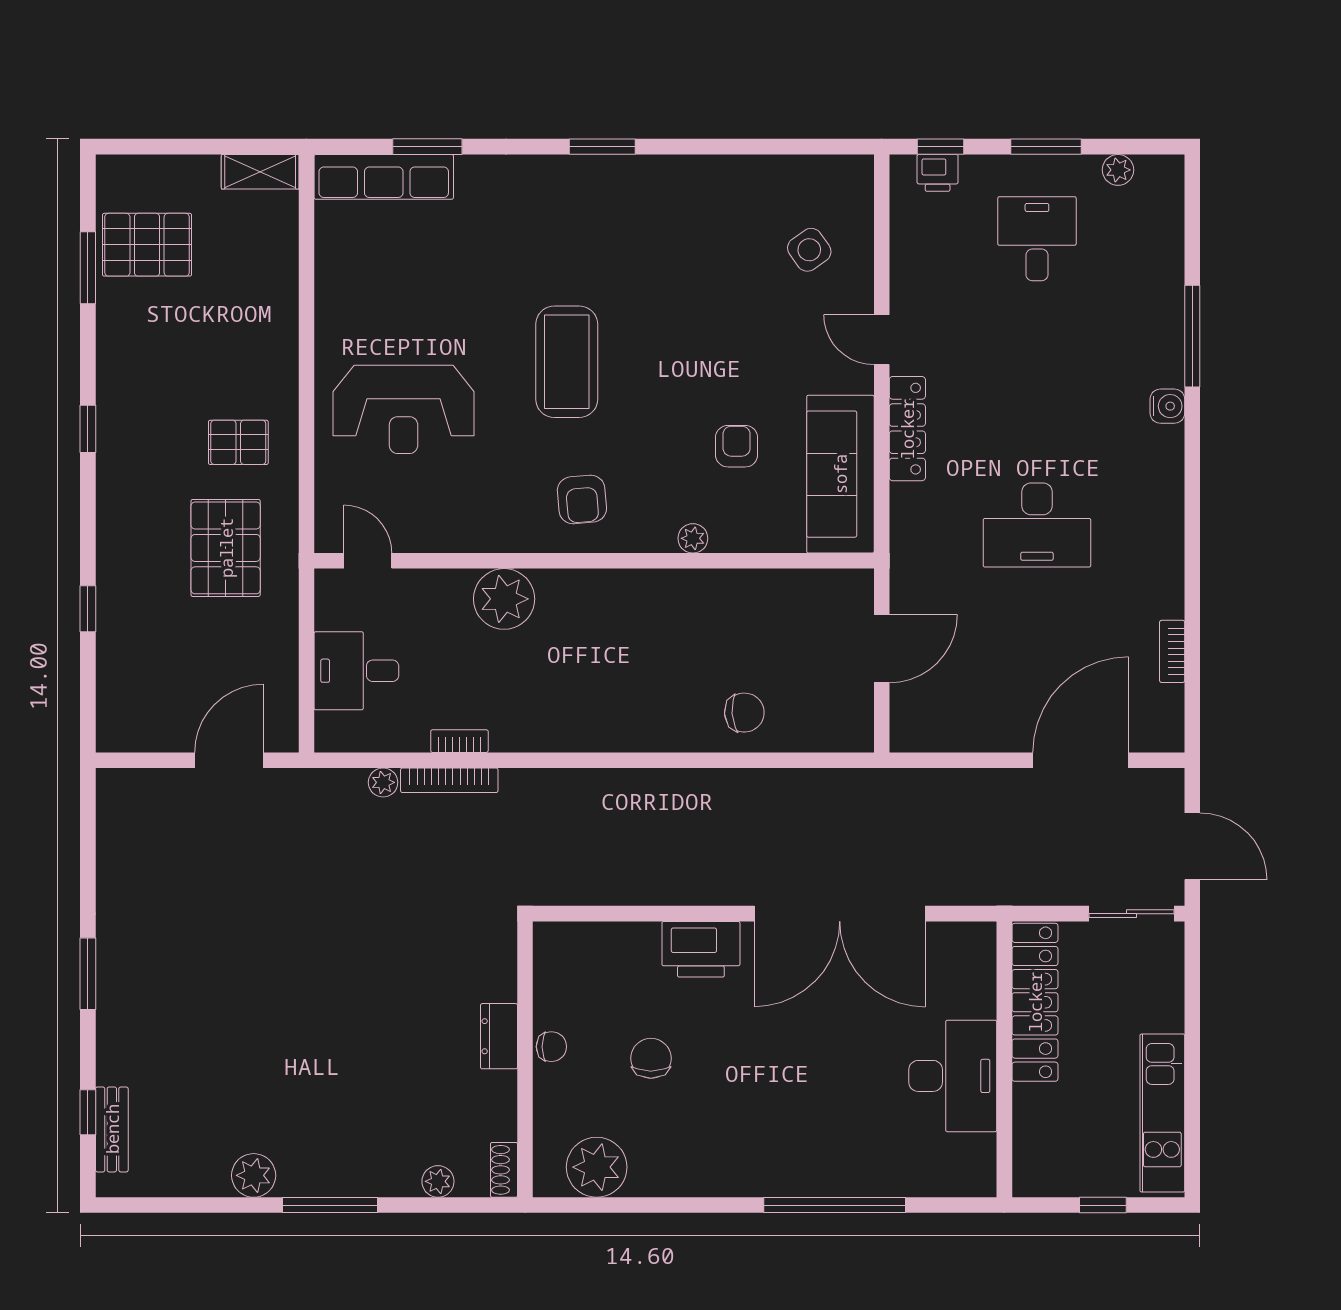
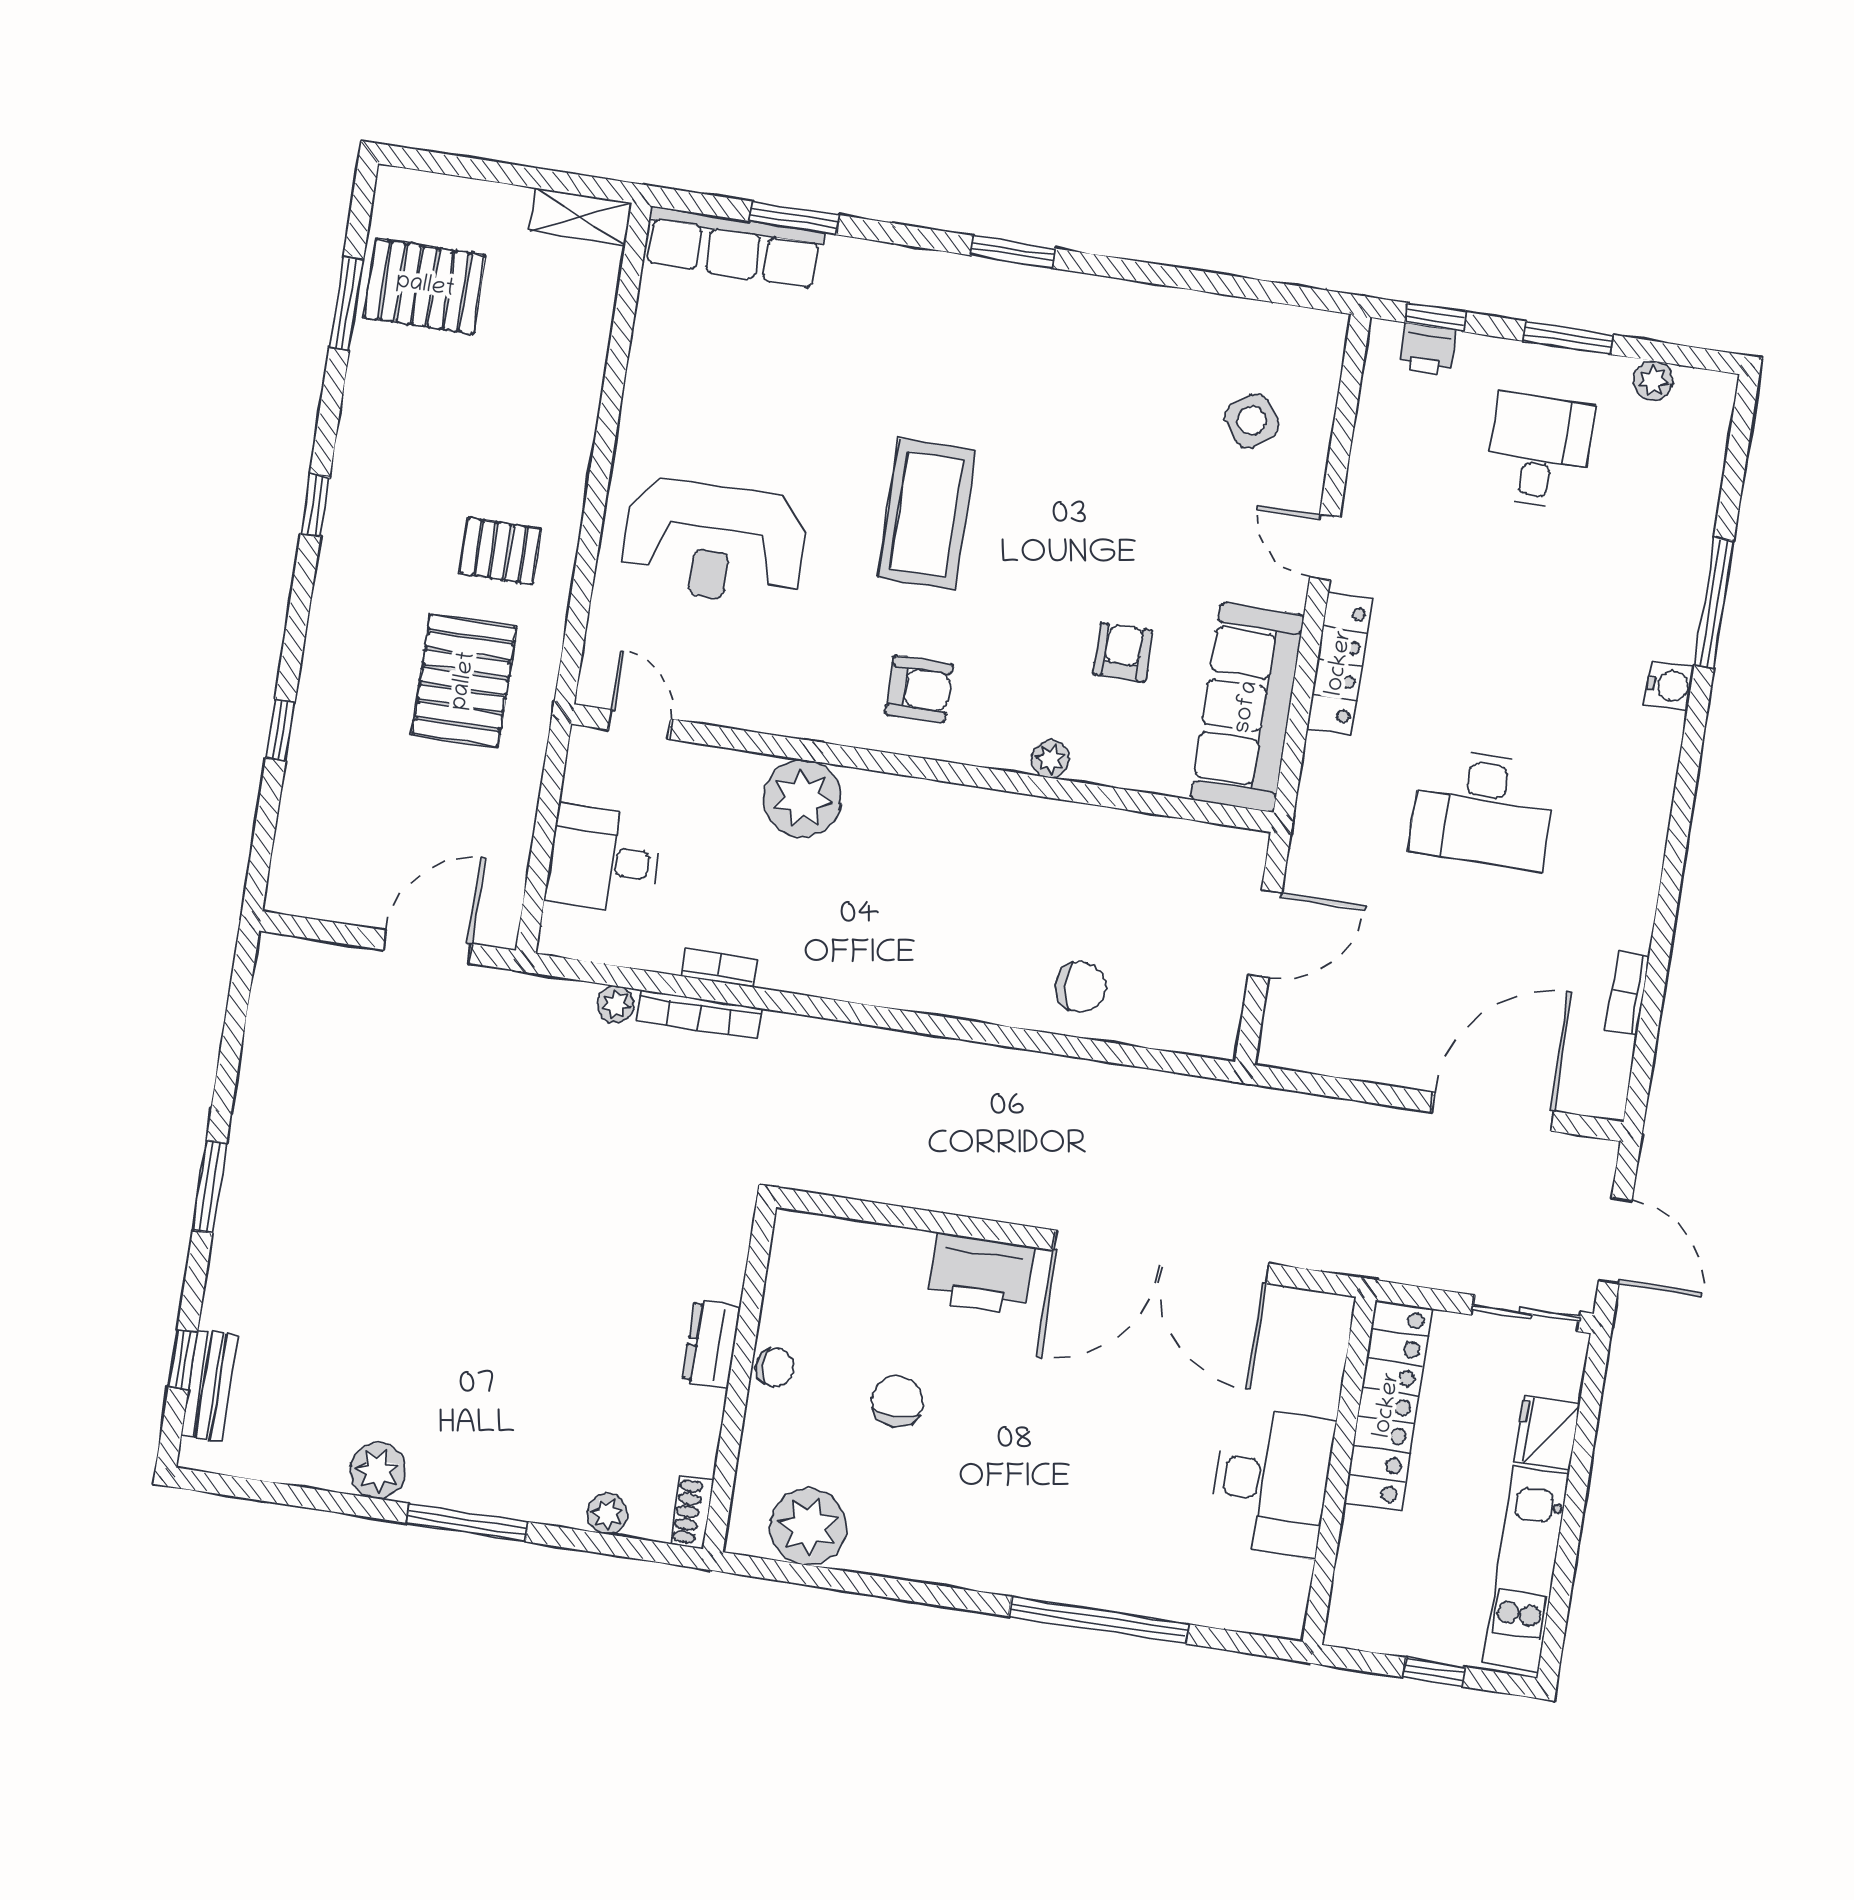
armchair: (582, 499) -> (919, 689), turned -85
fridge: (1162, 1005) -> (1547, 1433), added

